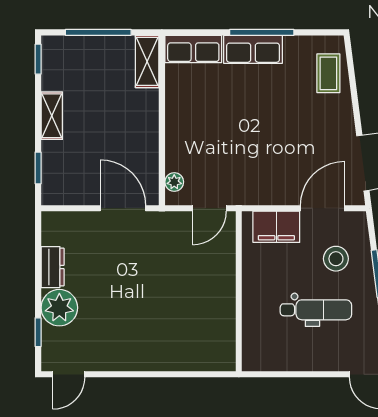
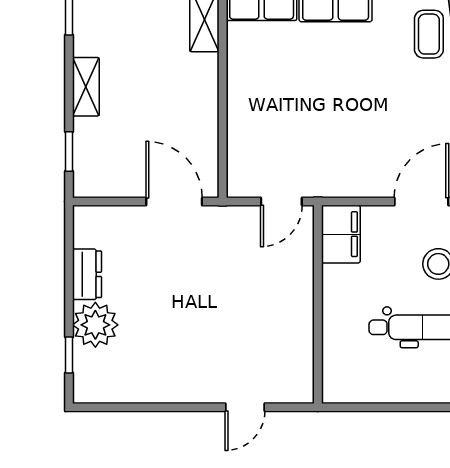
plant: (174, 182) -> (238, 169), removed
filing cabinet: (276, 227) -> (341, 234), moved, turned -90
door: (69, 374) -> (245, 407), moved

